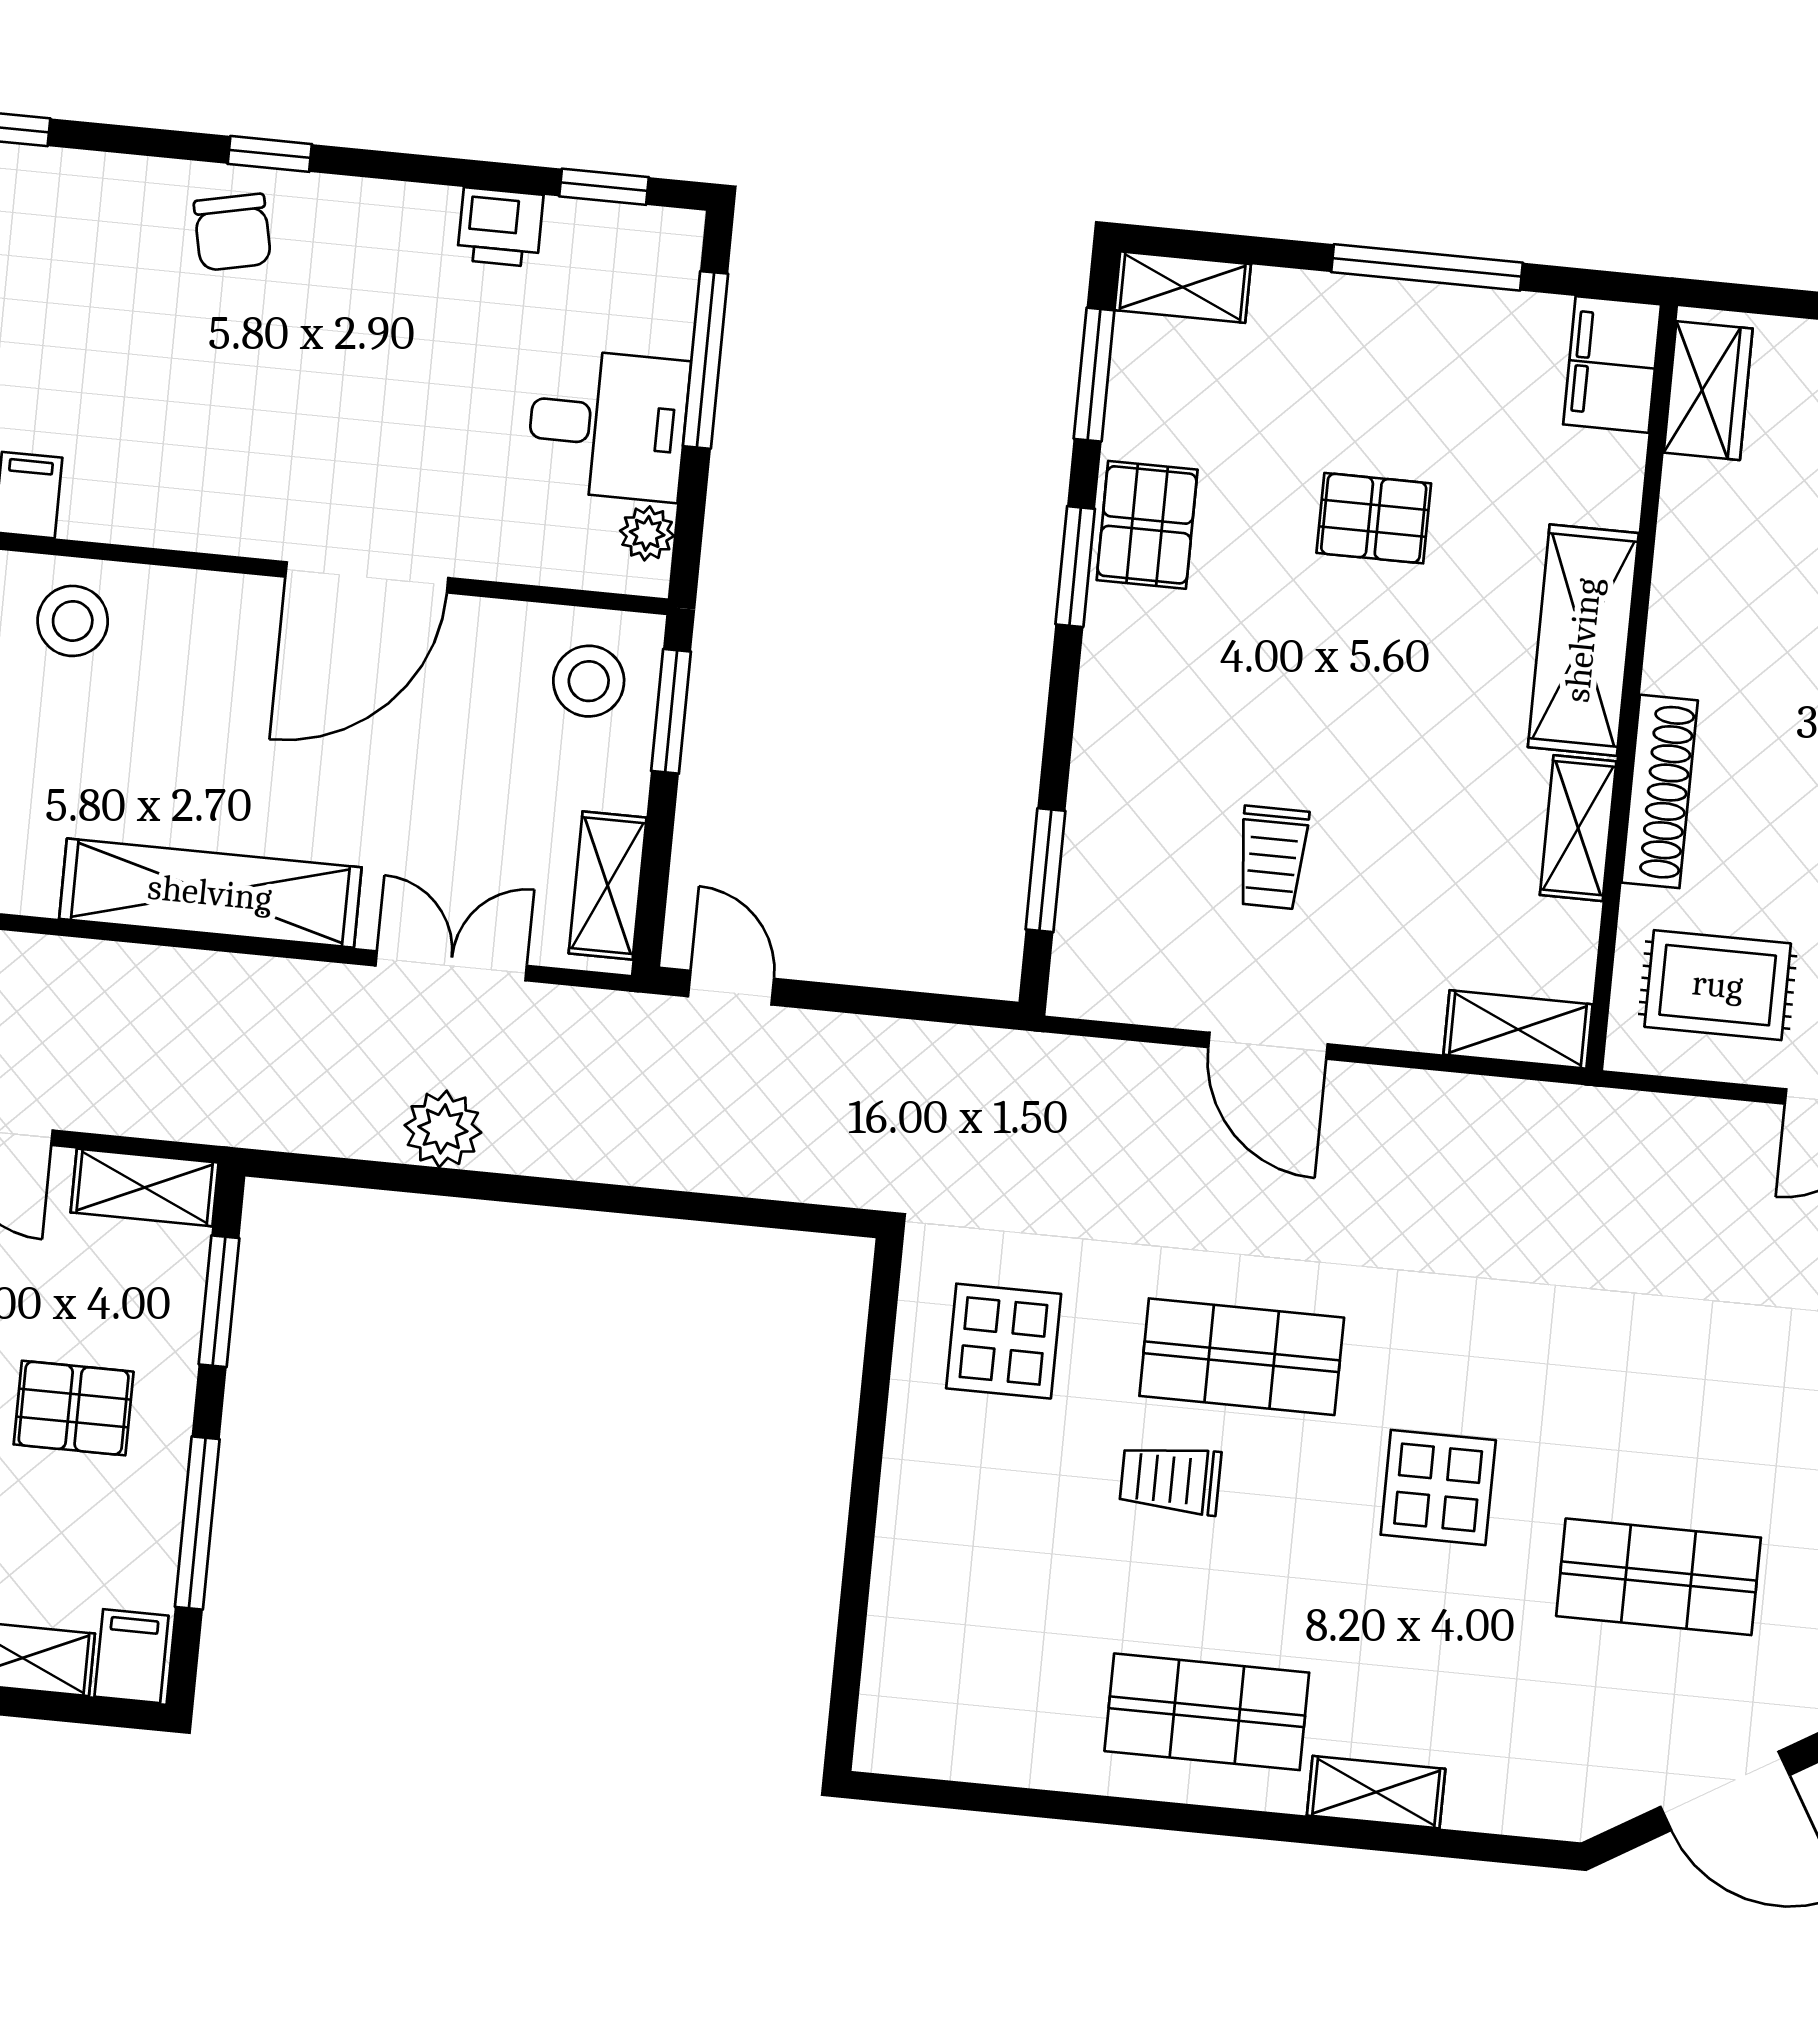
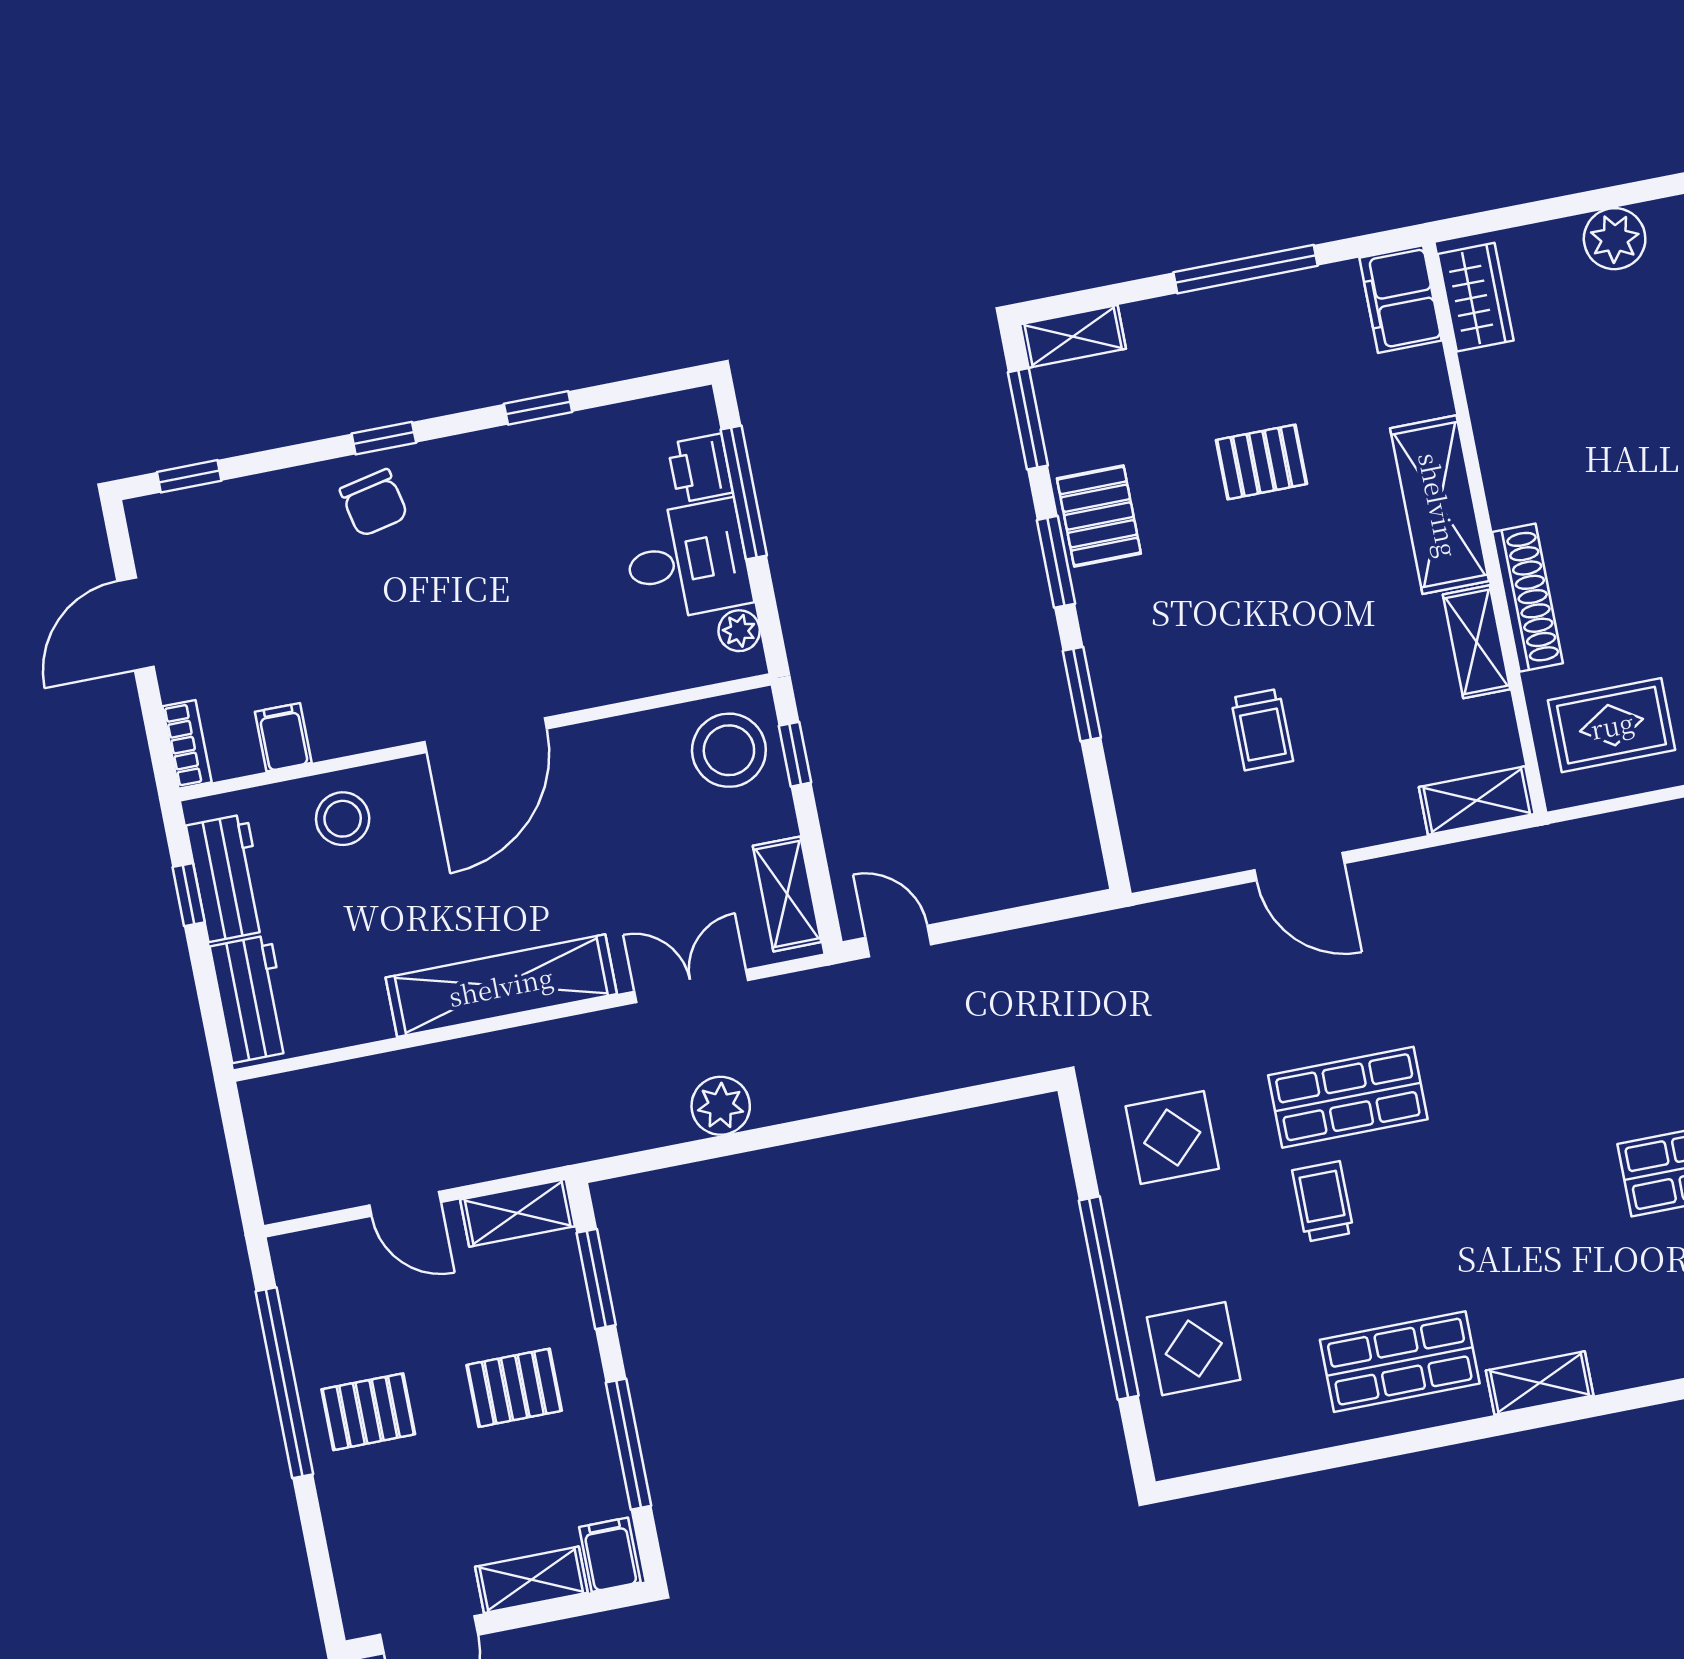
window: (604, 187) -> (538, 408), moved
printer: (500, 227) -> (700, 468), moved, turned 90
door: (367, 577) -> (486, 735), moved
stool: (589, 681) -> (729, 750), width x1.38, depth x1.38
window: (671, 711) -> (795, 754), width x0.67
window: (1045, 870) -> (1082, 694), moved
trolley: (1170, 1479) -> (1323, 1201), turned 90
display table: (1438, 1487) -> (1194, 1349), moved
window: (862, 1520) -> (1109, 1298), added

